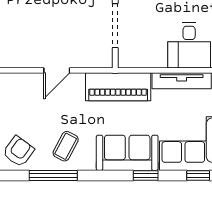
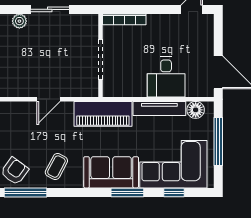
window: (53, 175) -> (26, 193), moved
window: (146, 175) -> (127, 193), width x1.50

